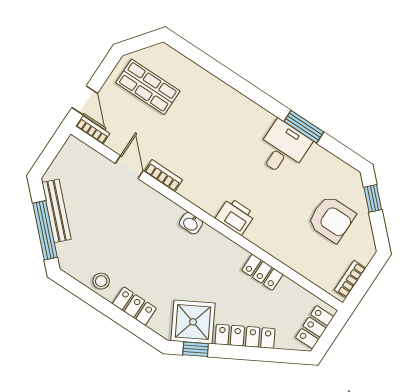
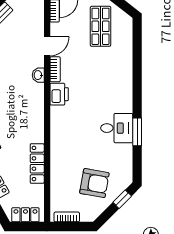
printer: (235, 216) -> (59, 94), moved
armchair: (331, 219) -> (94, 183), turned -80
washbasin: (191, 223) -> (38, 75), moved
locker: (262, 272) -> (37, 164), width x1.53

